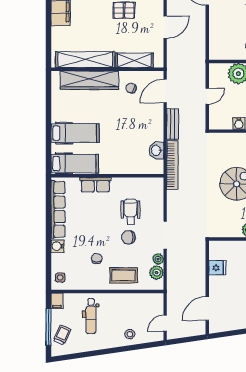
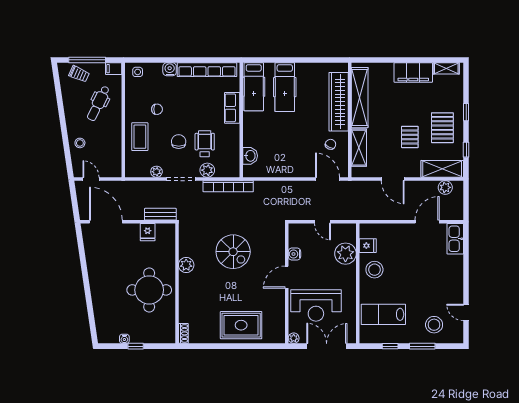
fridge: (231, 52) -> (368, 246), added
bench: (173, 124) -> (160, 214), moved
washbasin: (156, 150) -> (250, 156), moved, turned 90
bookcase: (172, 165) -> (228, 186), moved
wheelchair: (131, 212) -> (205, 144), turned -90
plant: (157, 273) -> (207, 170), moved
door: (207, 309) -> (106, 222), width x1.36
dental chair: (91, 316) -> (98, 103), turned -64

